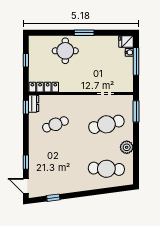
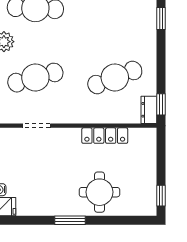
window: (26, 60) -> (161, 196), moved
locker: (44, 87) -> (105, 136), moved
cafe table: (55, 124) -> (115, 78), width x1.37, depth x1.35

